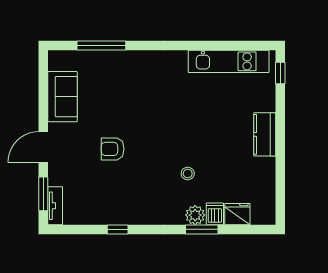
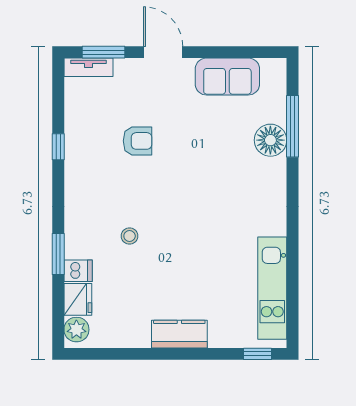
floor lamp: (112, 63) -> (270, 140), added
armchair: (113, 149) -> (138, 141), moved, turned 90
plant: (195, 215) -> (76, 330), moved

